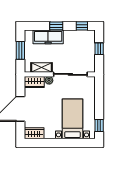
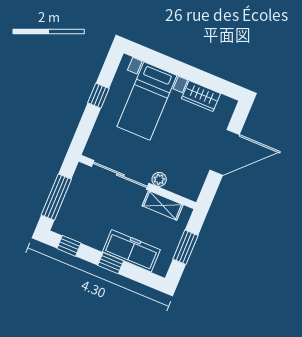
window: (99, 49) -> (56, 197), width x2.17
wardrobe: (34, 82) -> (184, 187), removed
window: (99, 125) -> (98, 96), moved
wardrobe: (34, 133) -> (201, 96), moved

